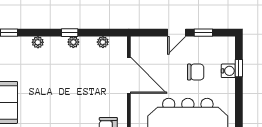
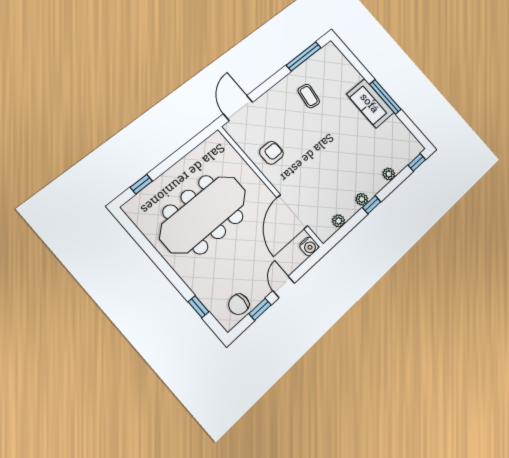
water cooler: (228, 71) -> (309, 246), moved, turned -90
chair: (196, 72) -> (239, 304), moved
door: (129, 75) -> (292, 212), hinge flipped

